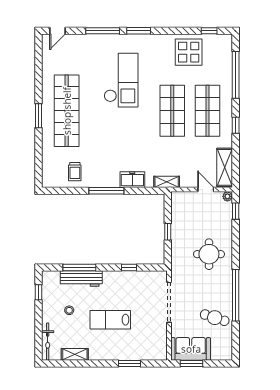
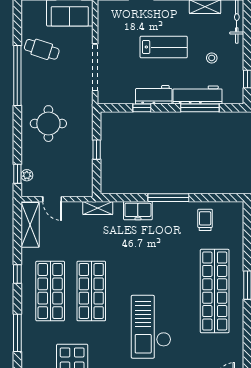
window: (236, 75) -> (17, 333), width x0.68
plant: (227, 196) -> (27, 175), moved
workbench: (119, 279) -> (154, 95), added

